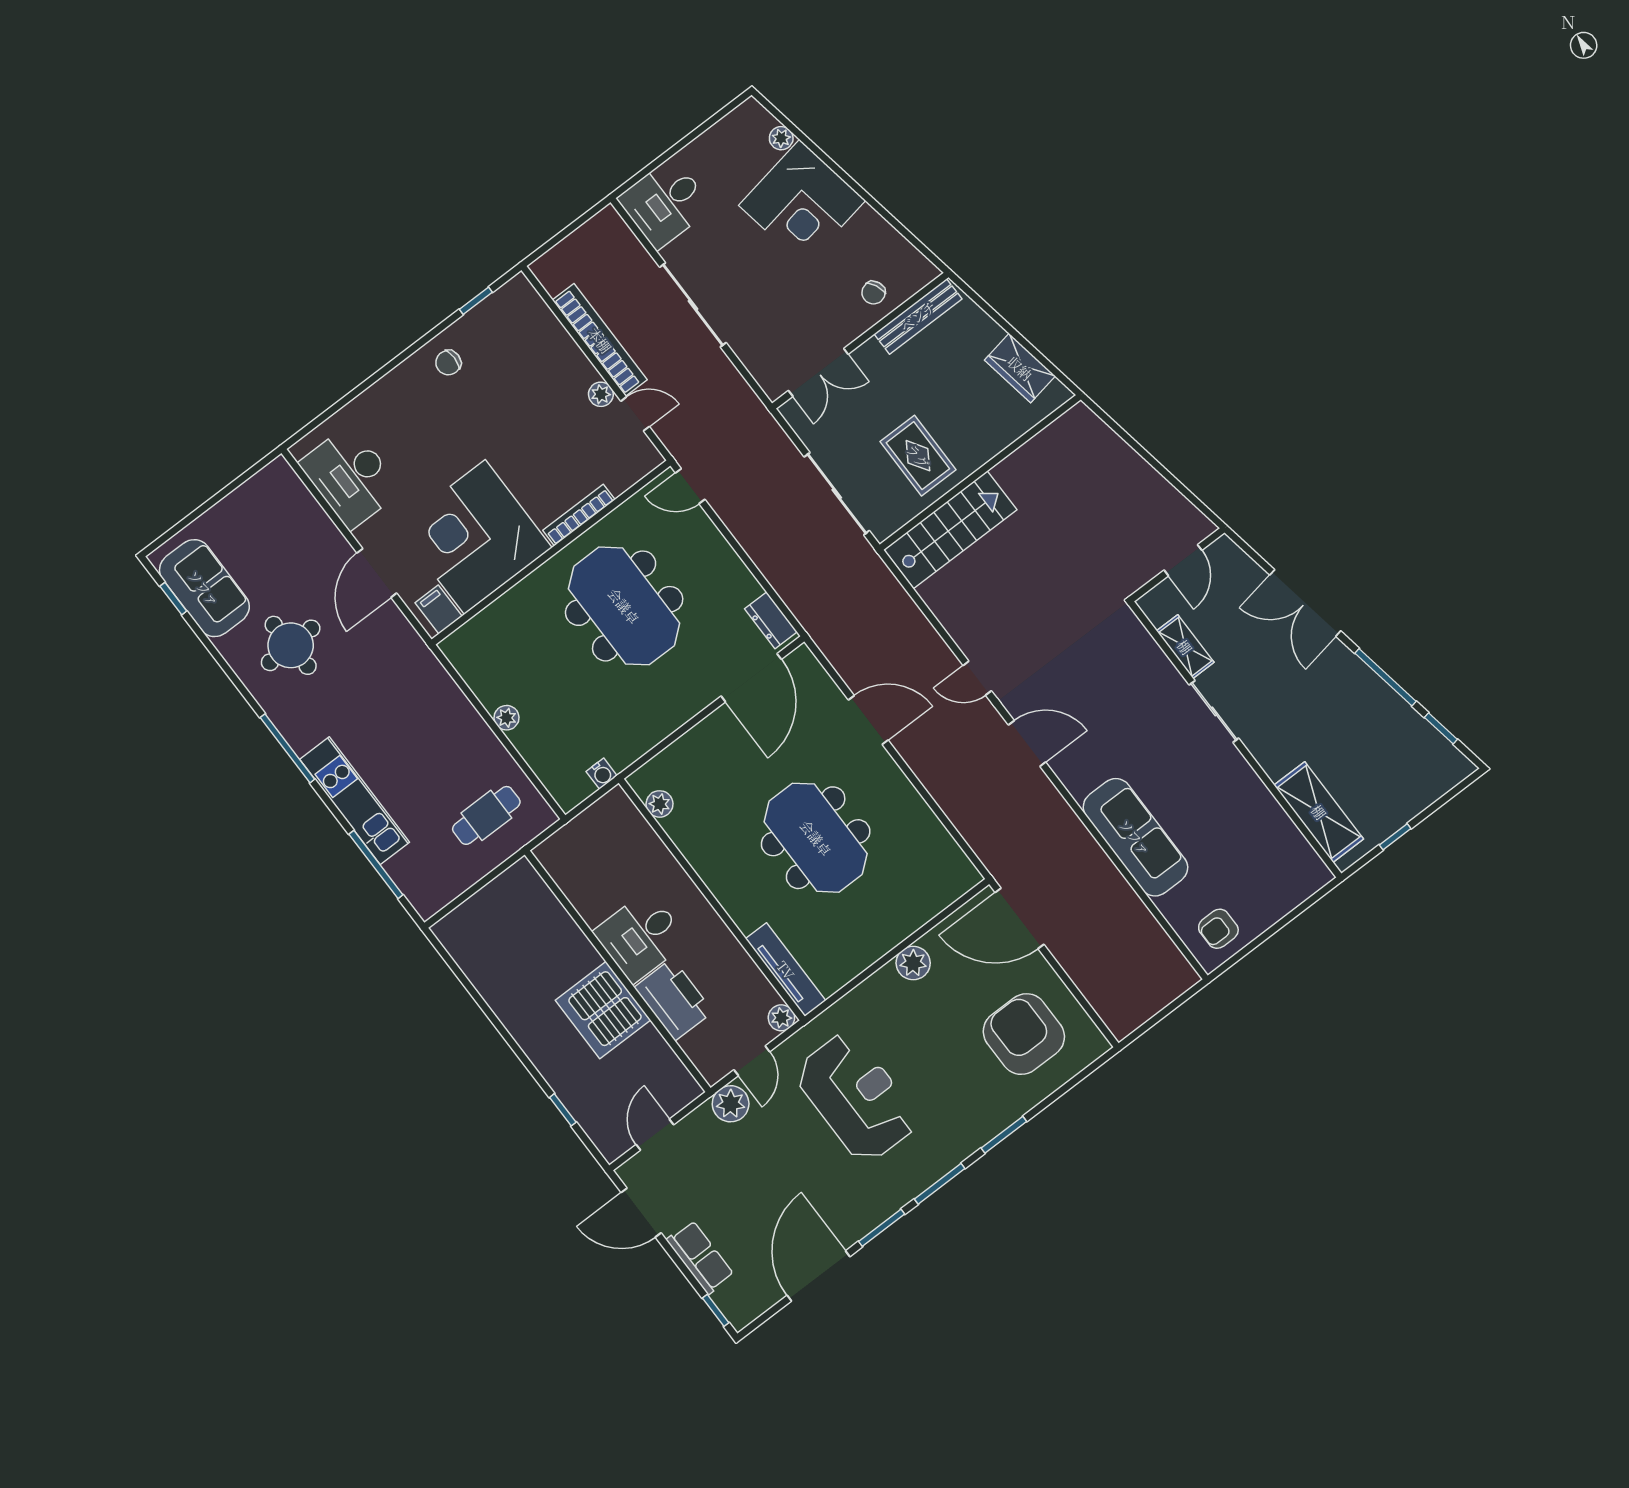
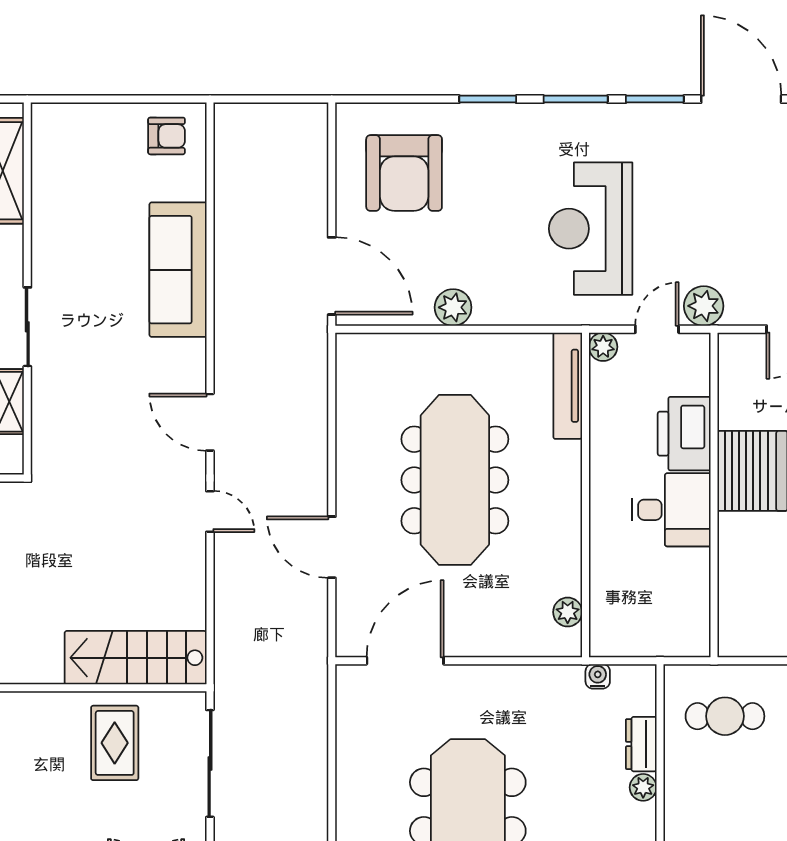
dresser: (771, 620) -> (641, 744), moved, turned 180
meeting table: (816, 838) -> (455, 480), width x1.36
door: (818, 1276) -> (741, 99), swing flipped

